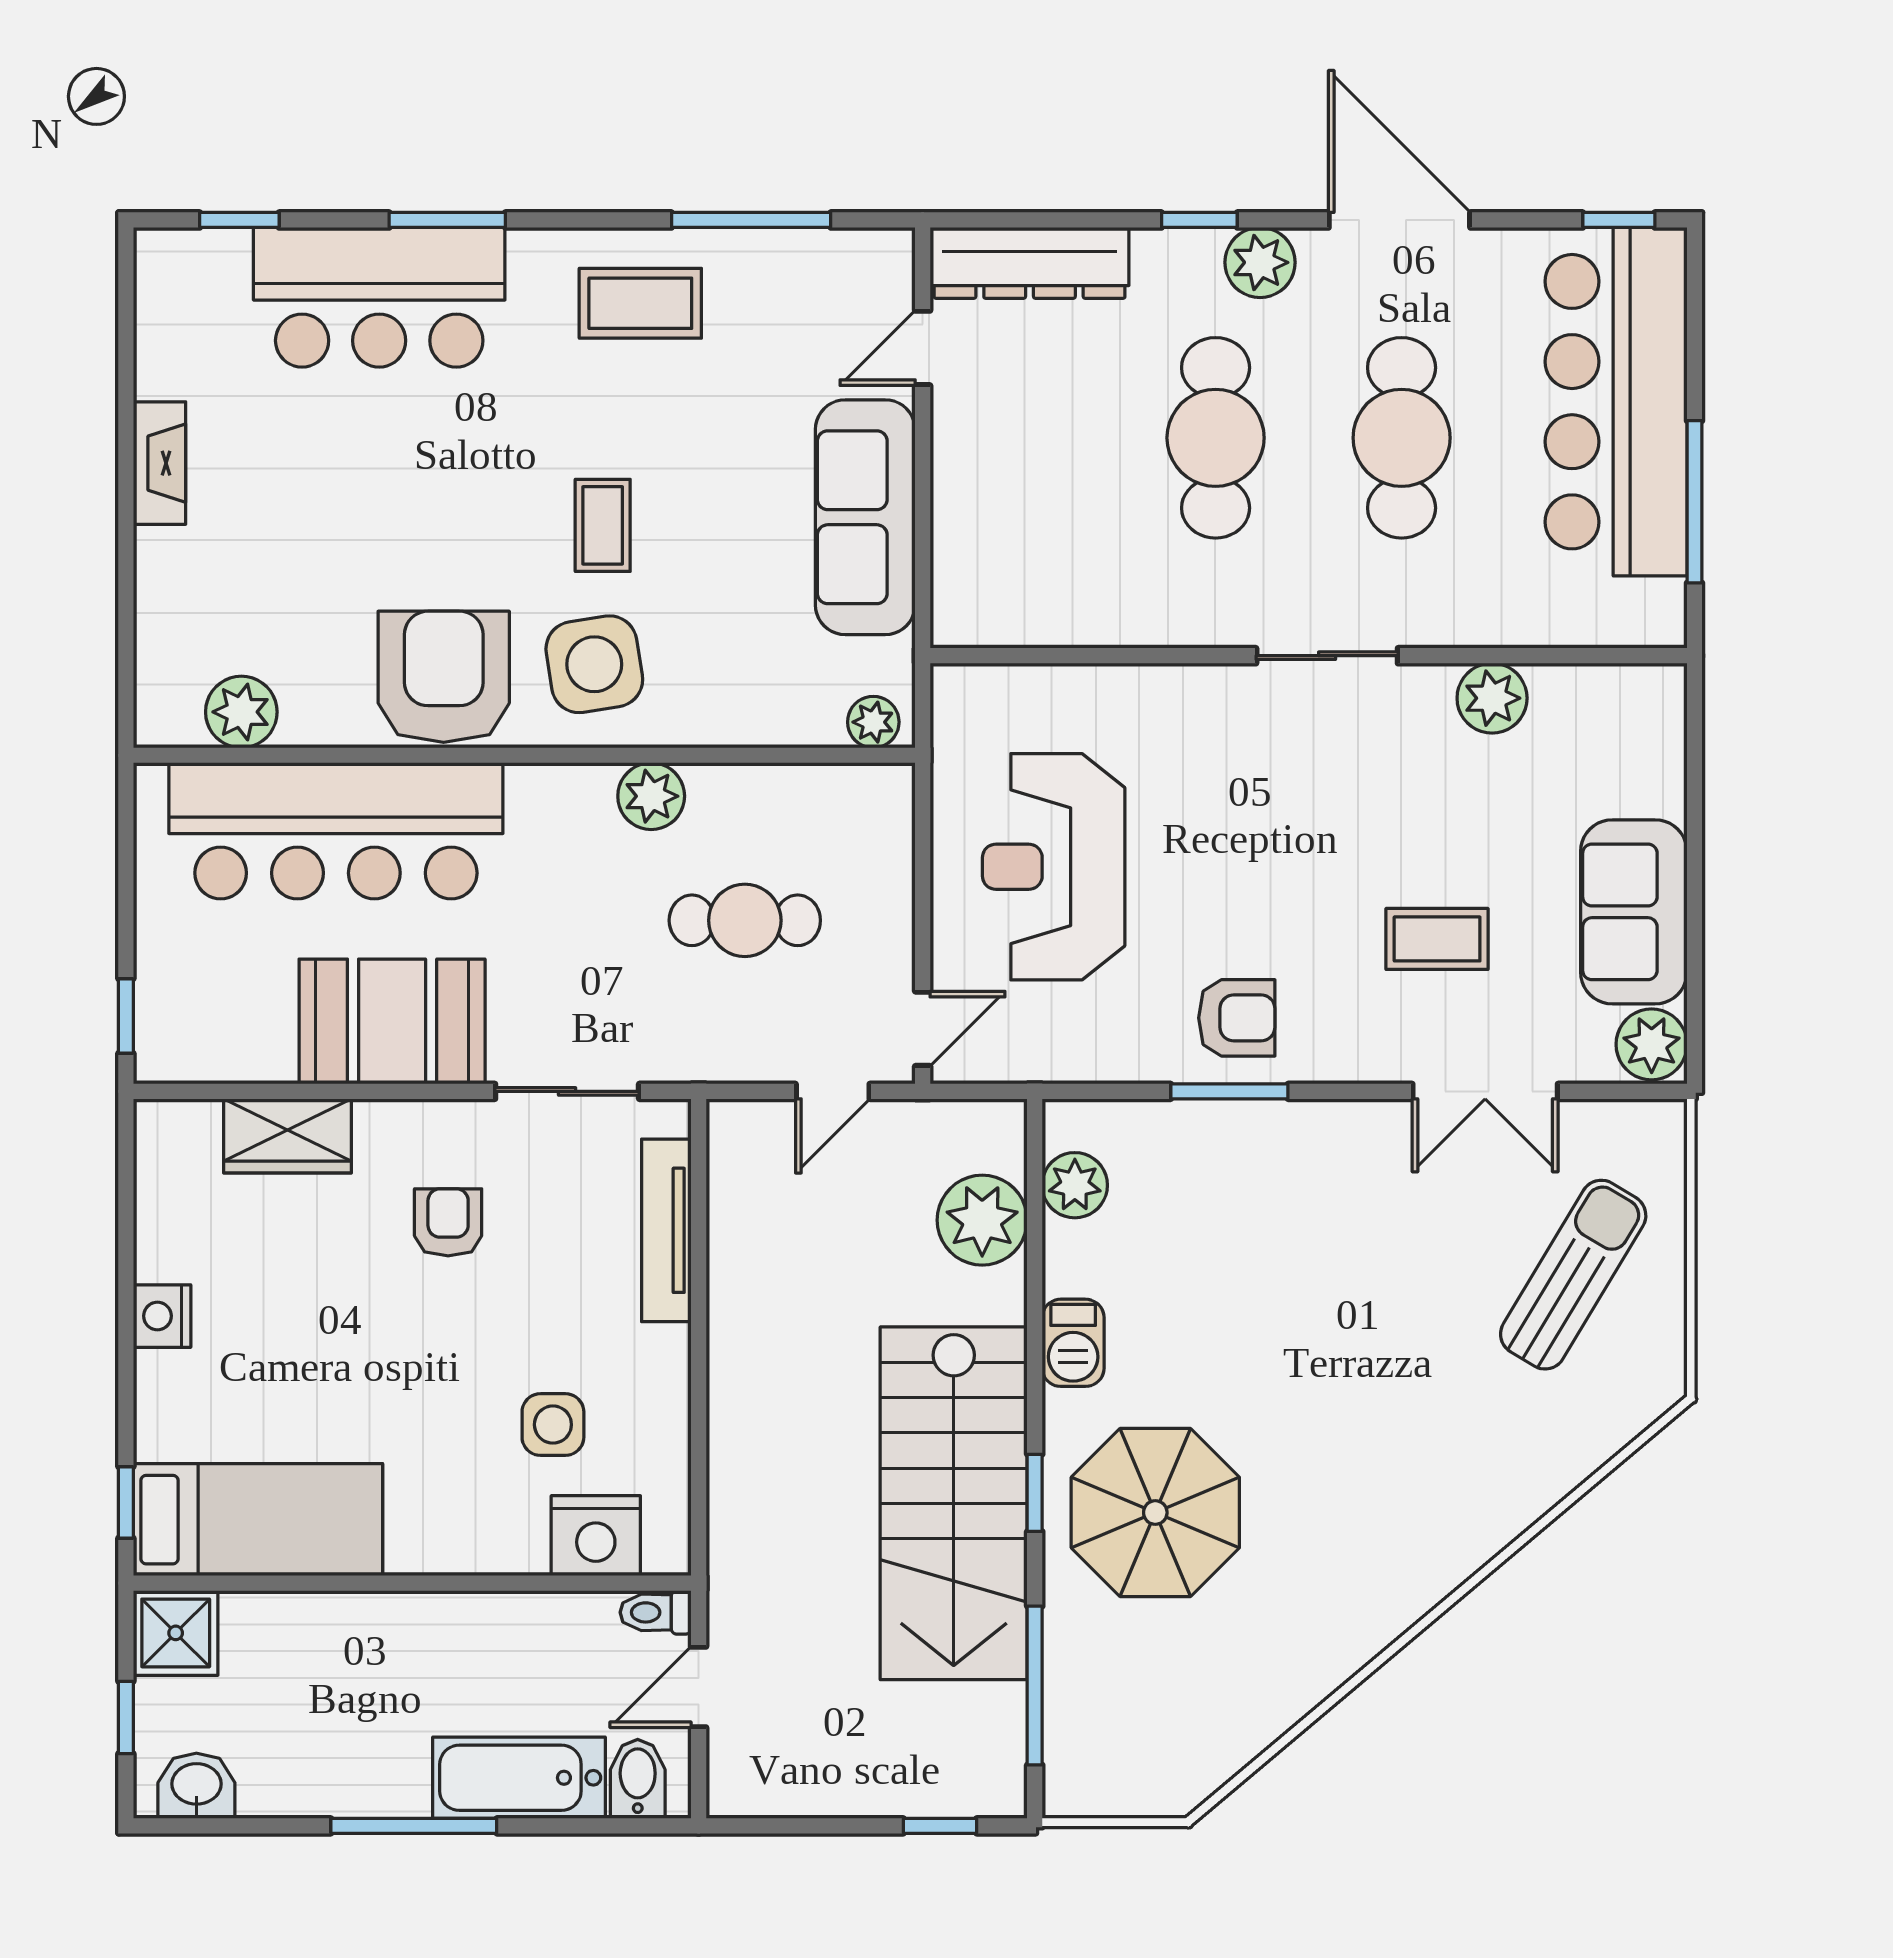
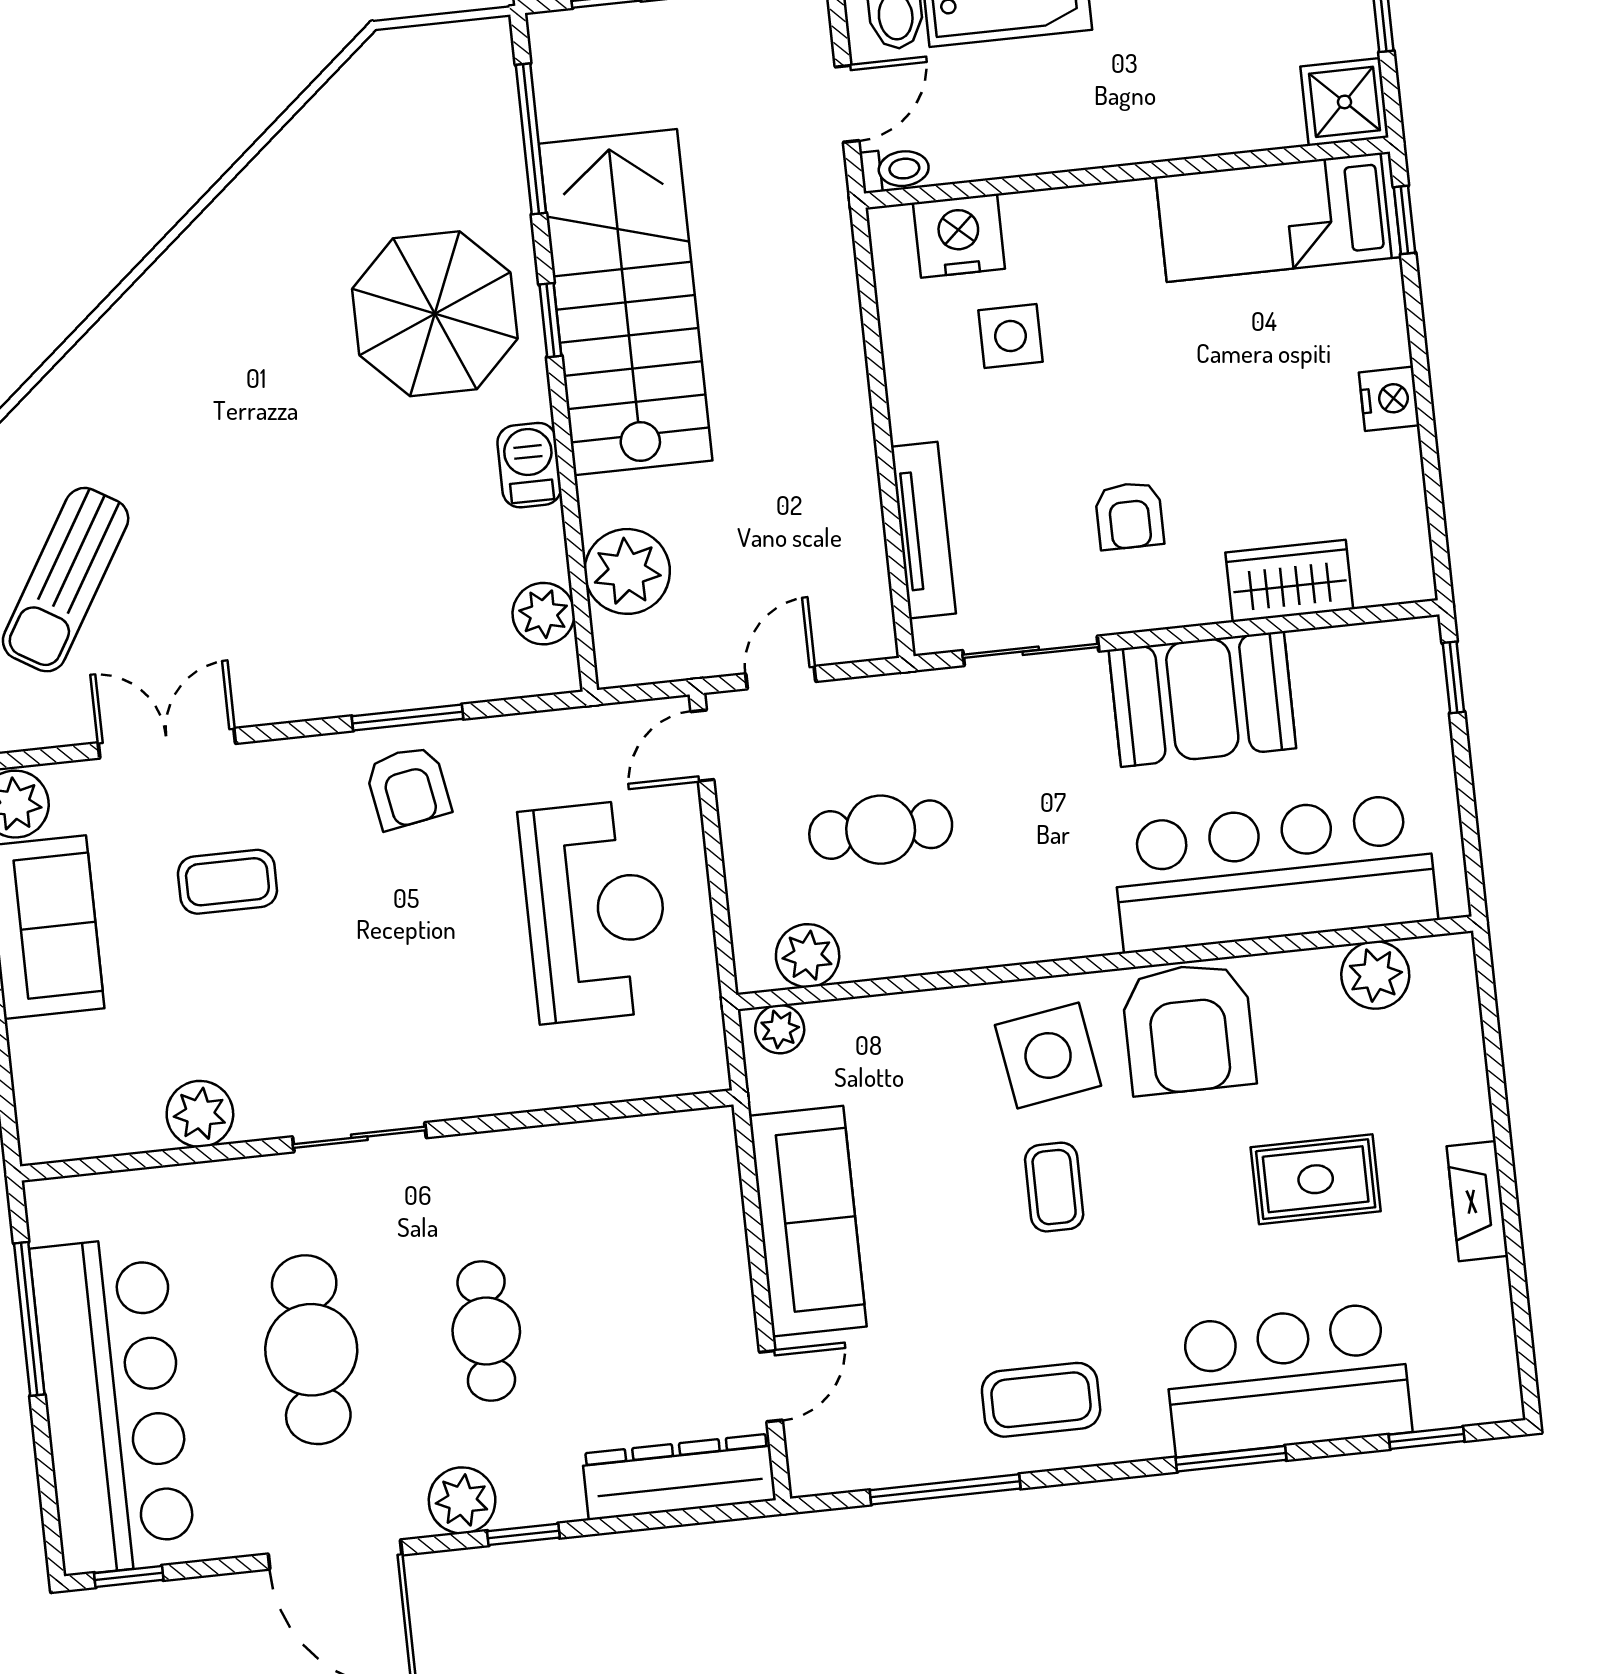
cafe table: (1216, 438) -> (486, 1331), width x0.73, depth x0.74
rug: (327, 504) -> (1316, 1179), added
plant: (651, 796) -> (808, 956), moved
armchair: (1237, 1018) -> (408, 787), turned -100

